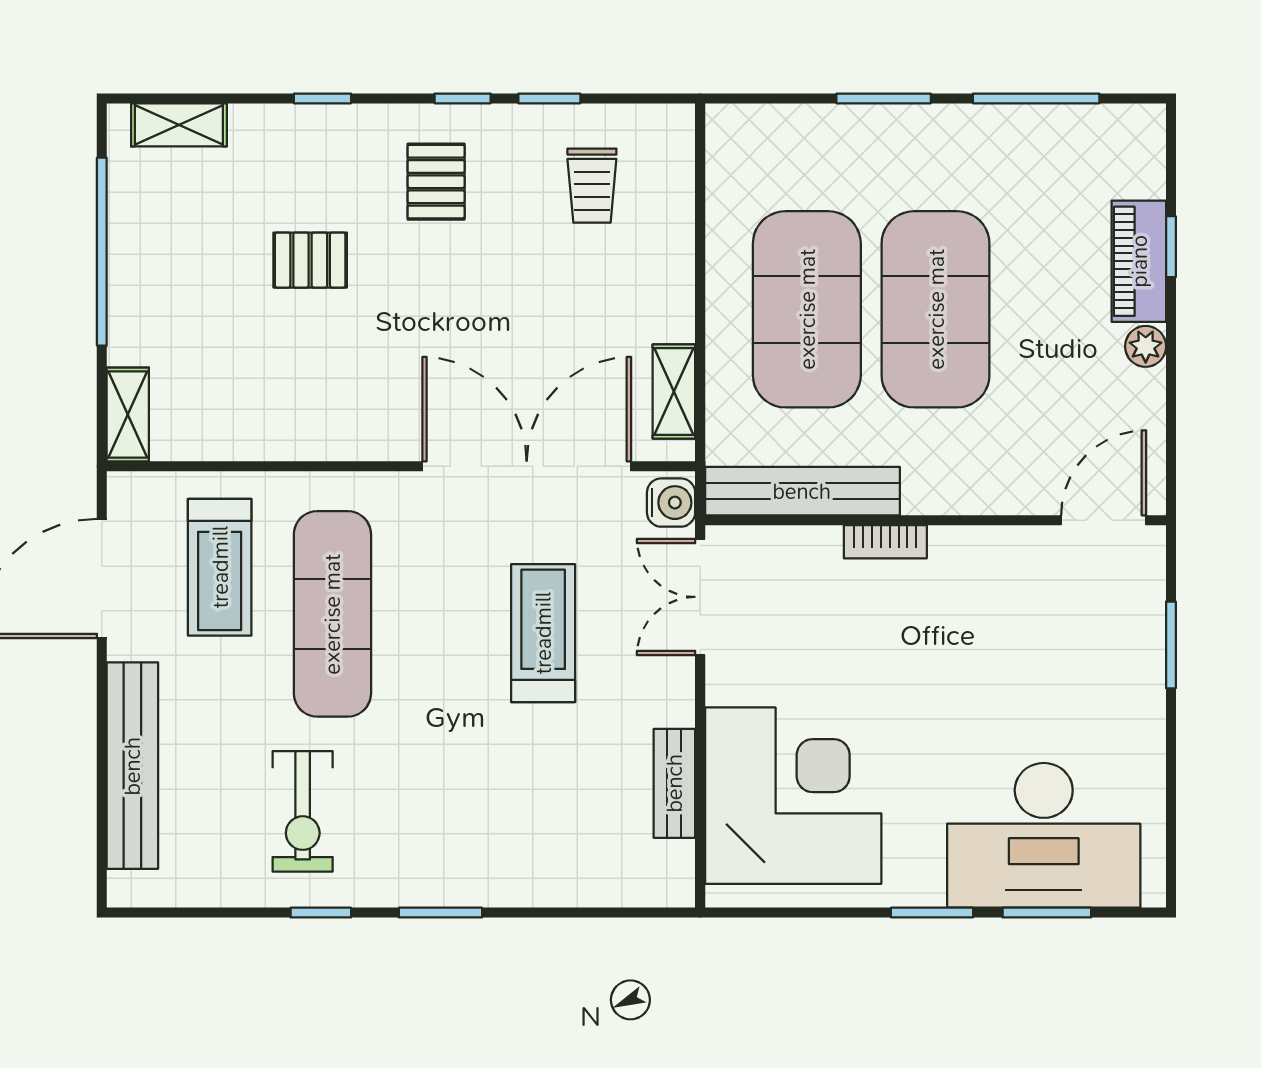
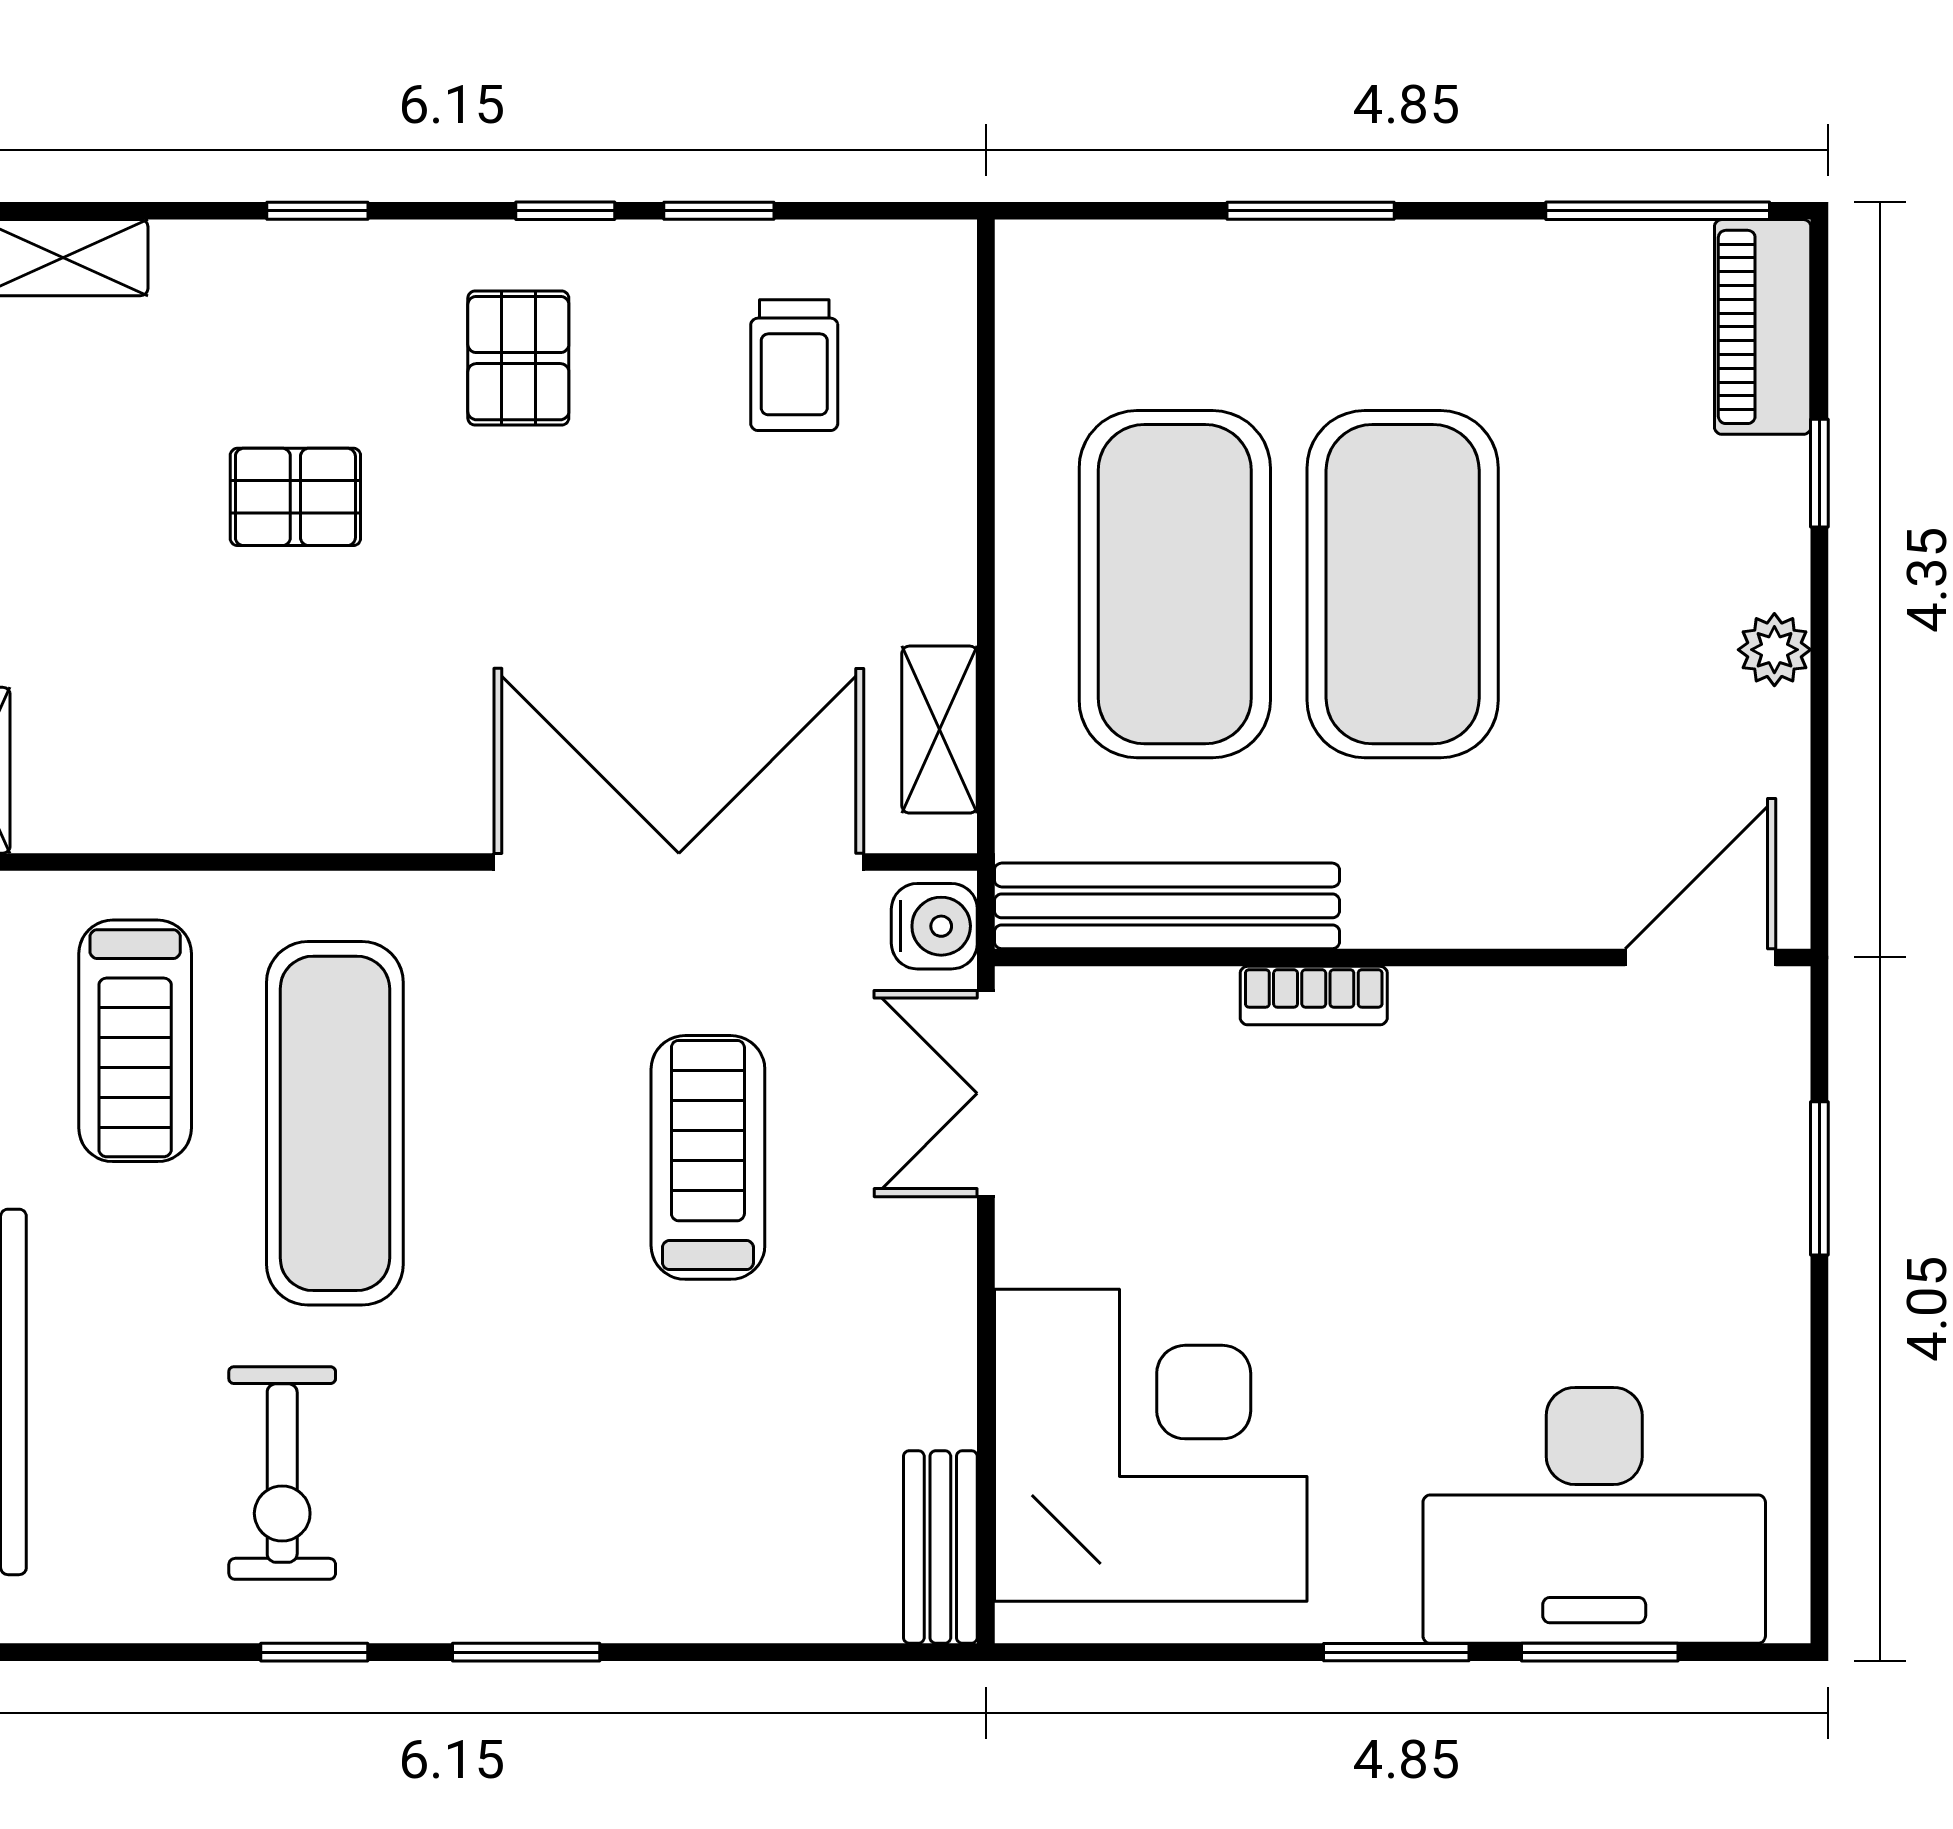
window: (1036, 98) -> (1658, 211), moved
piano: (1139, 261) -> (1763, 327), moved
bench: (674, 783) -> (940, 1547), moved

